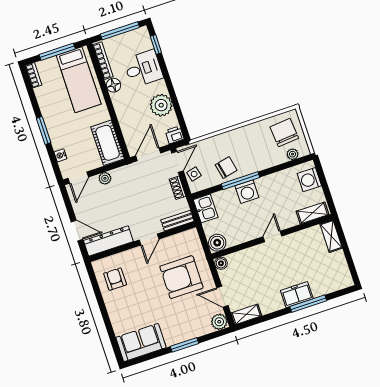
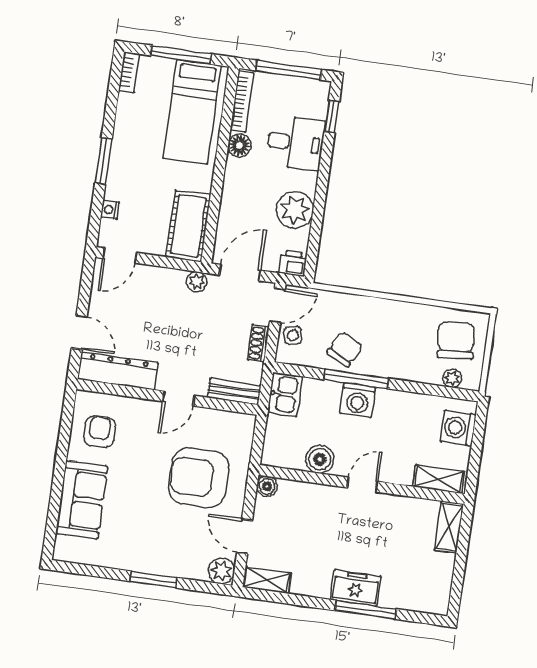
chair: (226, 168) -> (345, 349), turned -50
plant: (105, 178) -> (197, 282), moved
boiler: (217, 243) -> (320, 459), moved
sofa: (141, 343) -> (82, 500), moved, turned 90

